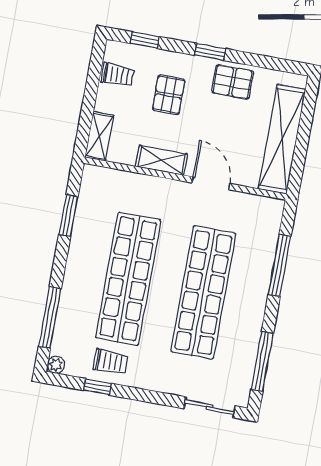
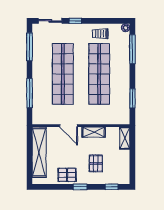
trolley: (117, 75) -> (121, 168), removed
window: (97, 387) -> (75, 21), moved

